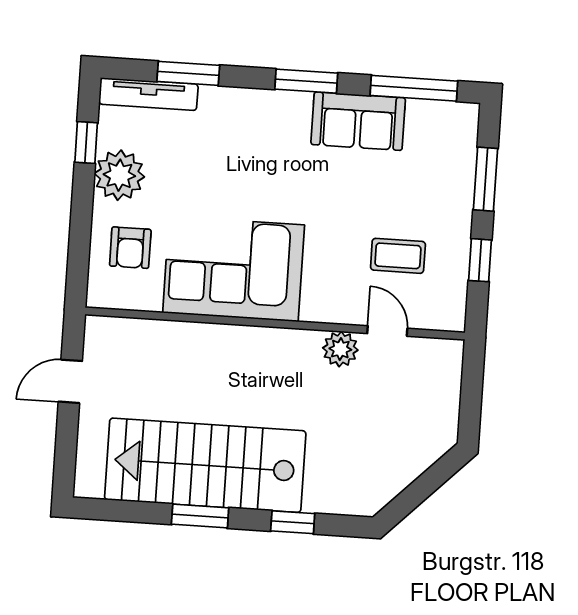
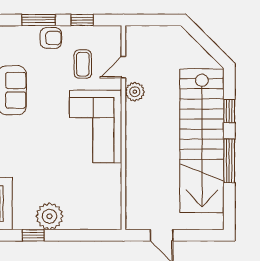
armchair: (130, 248) -> (51, 38), moved
corner sofa: (234, 269) -> (96, 126), moved
stairs: (205, 465) -> (202, 141), width x1.36
window: (200, 516) -> (229, 161), width x1.44

